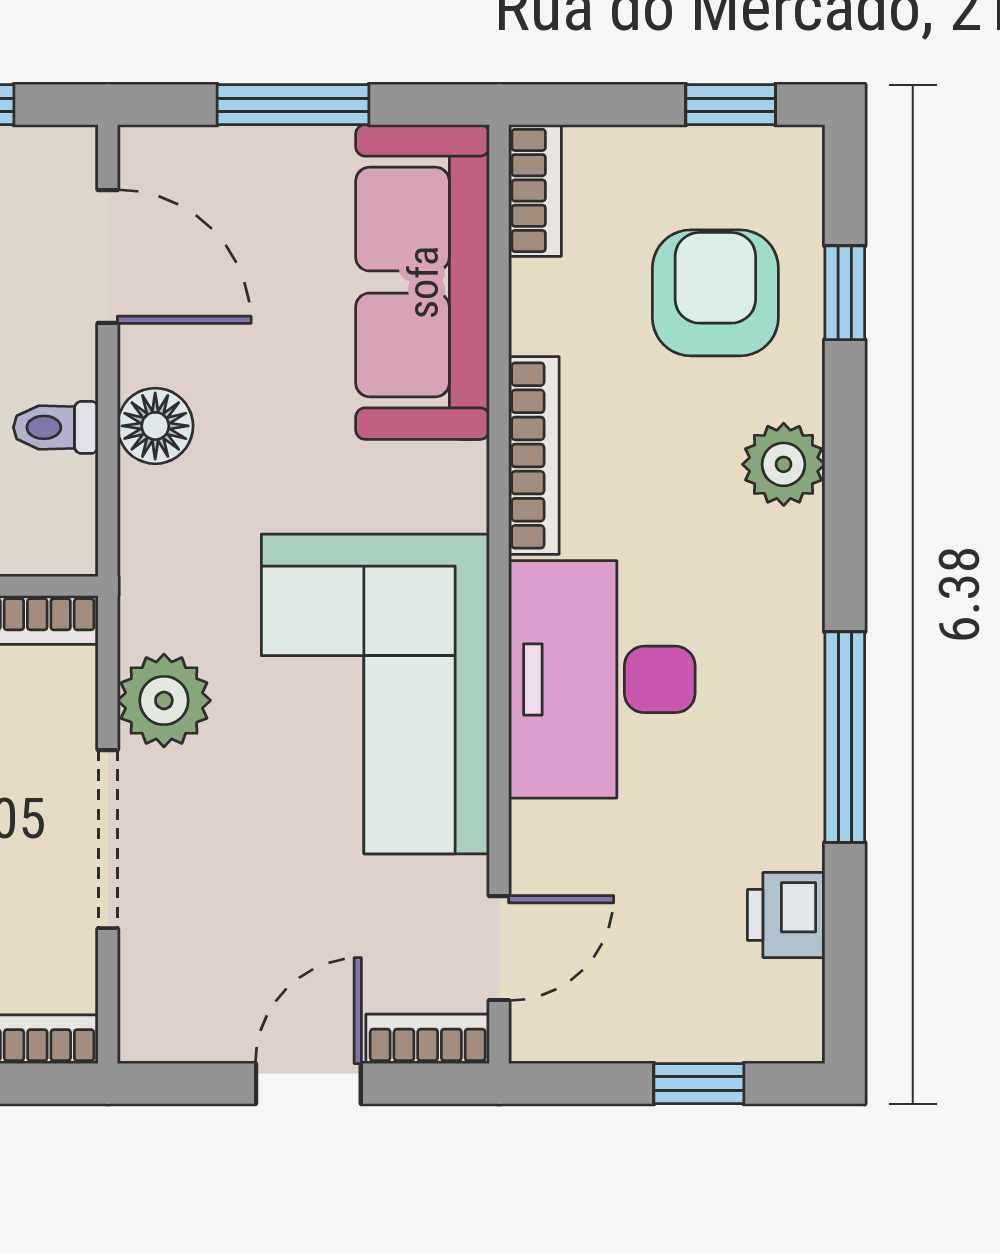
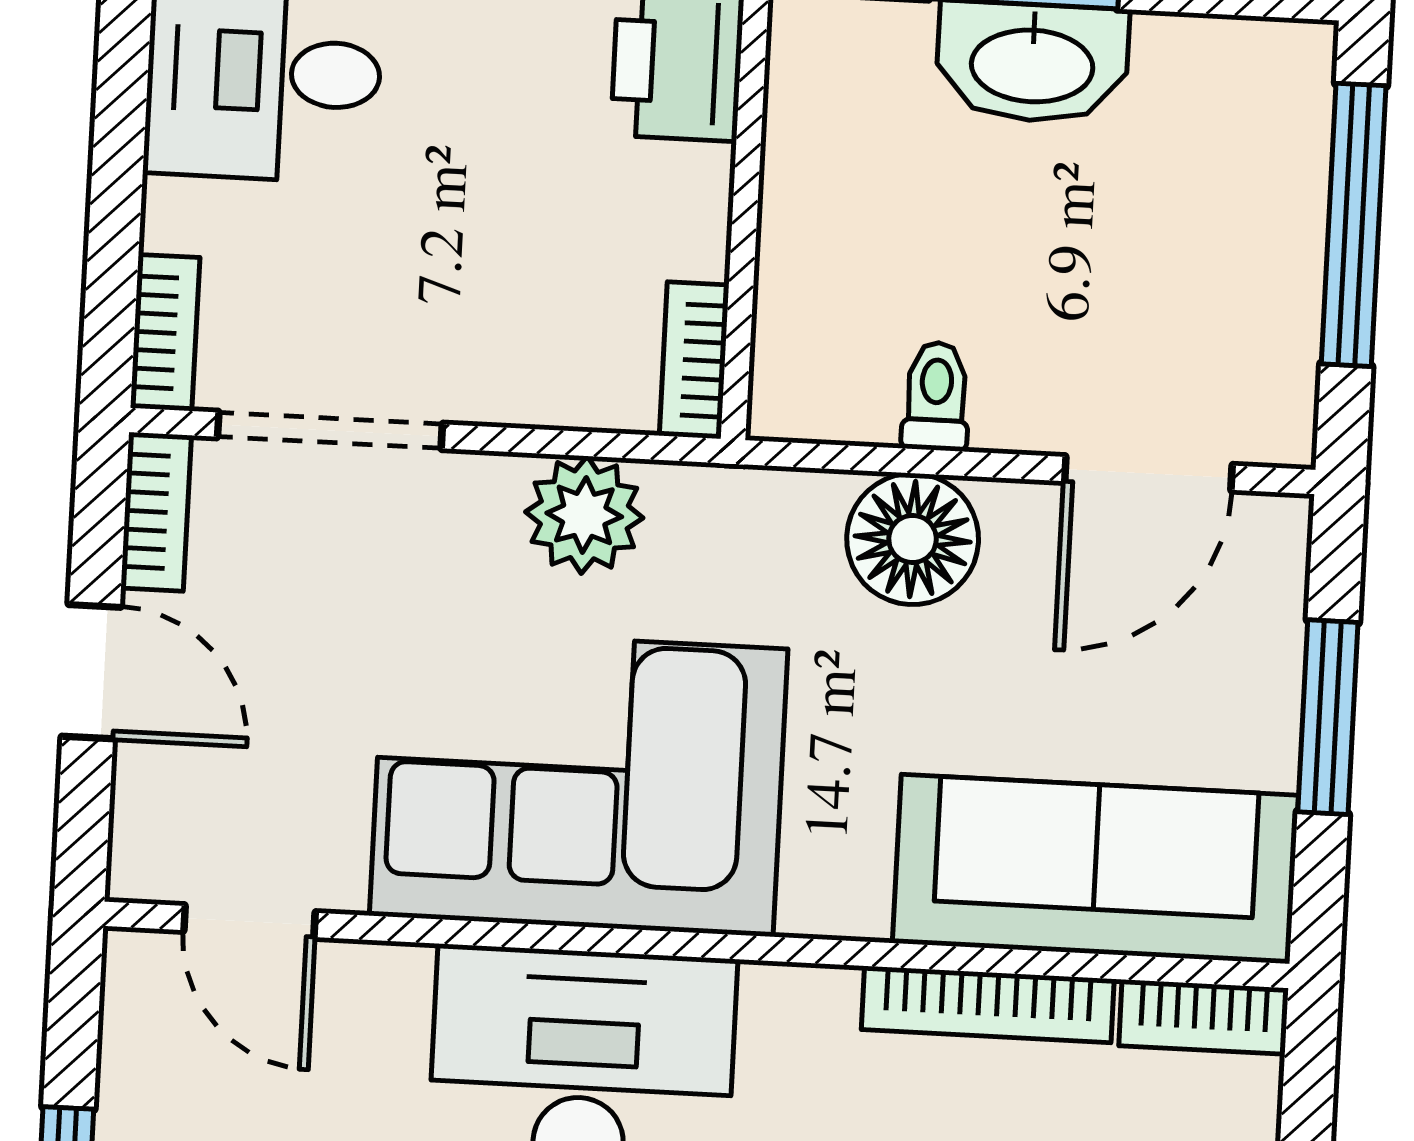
floor lamp: (155, 426) -> (913, 539), width x1.38, depth x1.38
bookcase: (534, 456) -> (988, 1004), moved
doorway: (108, 839) -> (330, 430), moved
bookcase: (428, 1039) -> (156, 512), moved

